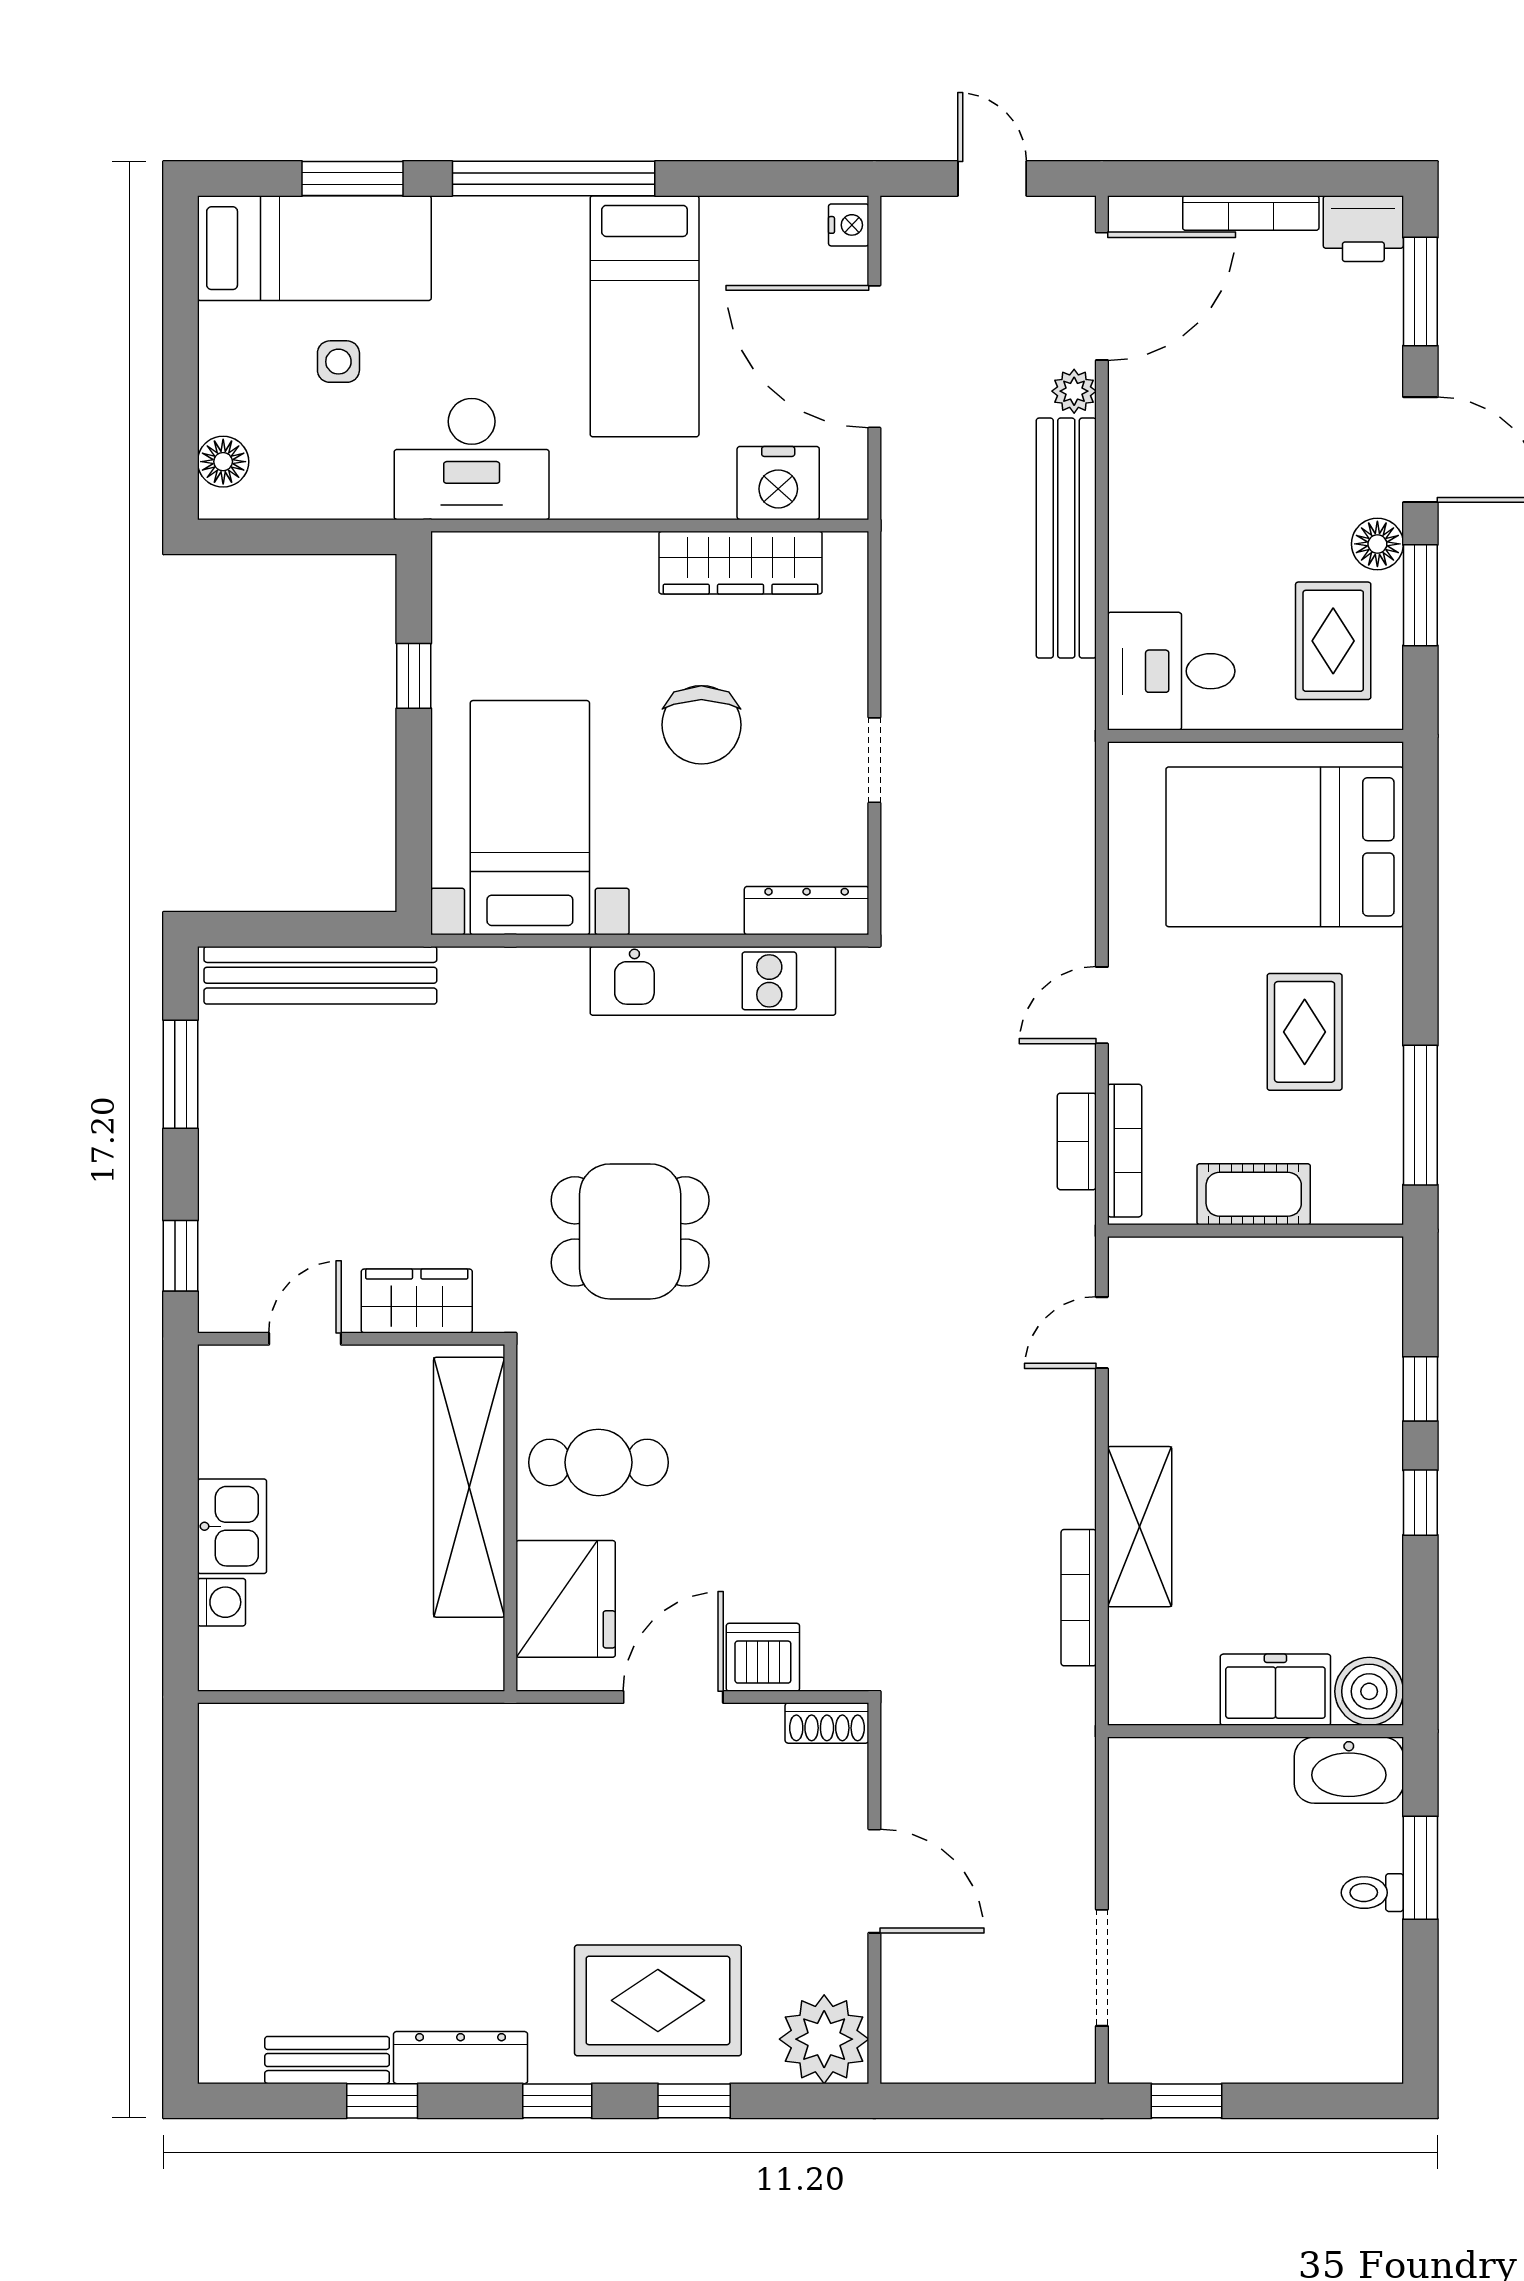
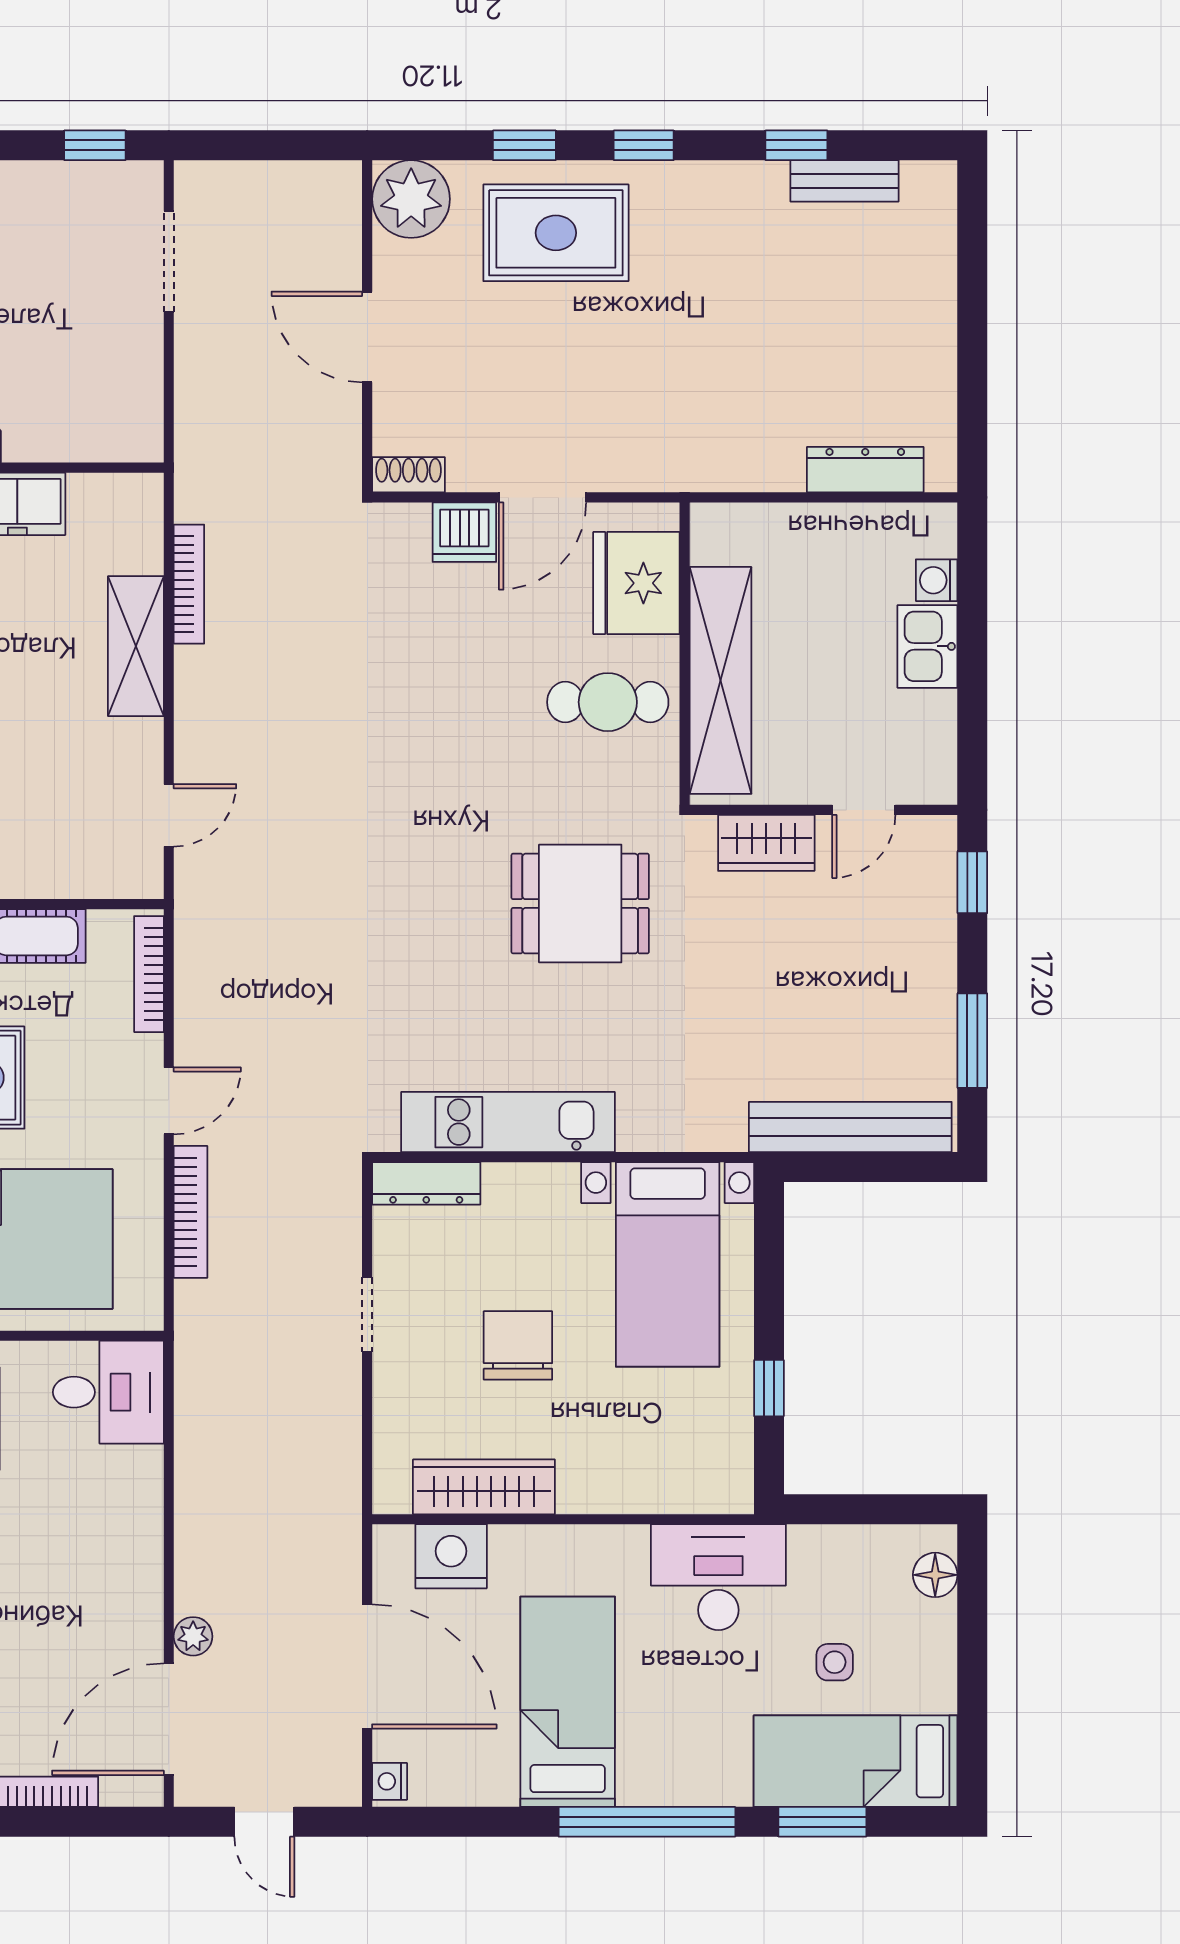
bench: (1066, 538) -> (200, 1508), removed
bookcase: (1077, 1141) -> (191, 1212), moved, width x1.56
dresser: (461, 2058) -> (865, 470), moved, turned 180

